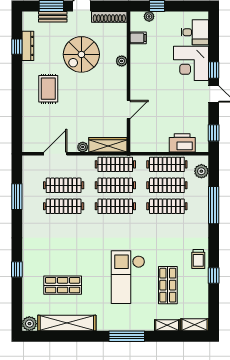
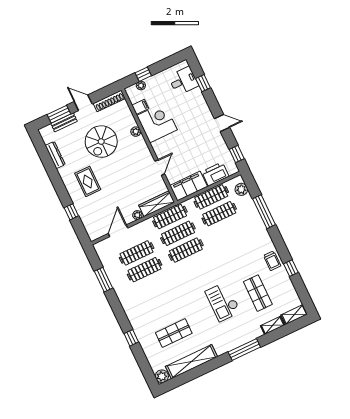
window: (17, 47) -> (71, 212), moved
corner desk: (191, 63) -> (157, 123), moved, turned 180
window: (214, 70) -> (203, 83), moved
filing cabinet: (149, 142) -> (189, 186), added
clothes rail: (167, 206) -> (227, 230), removed
checkout: (128, 277) -> (223, 302), width x0.73, depth x0.83

